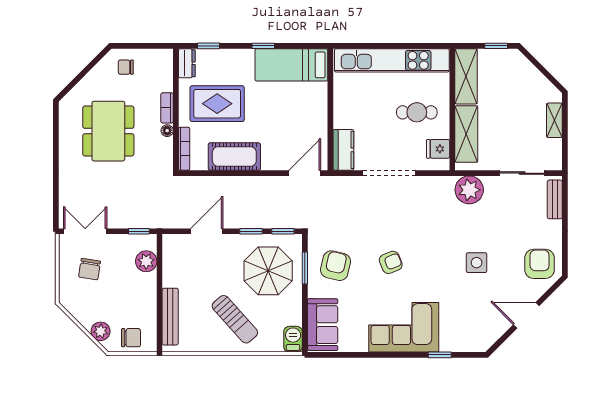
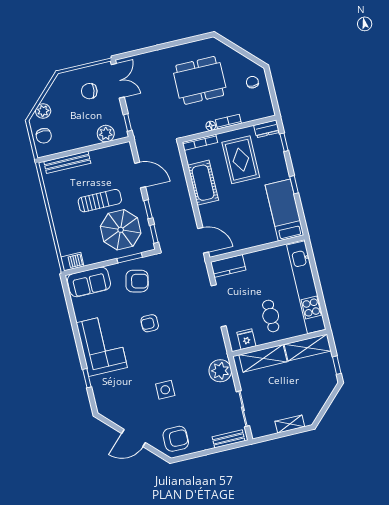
armchair: (391, 262) -> (150, 323), turned 112
door: (526, 315) -> (134, 438), swing flipped
sun lounger: (235, 319) -> (100, 201), moved, turned -138

